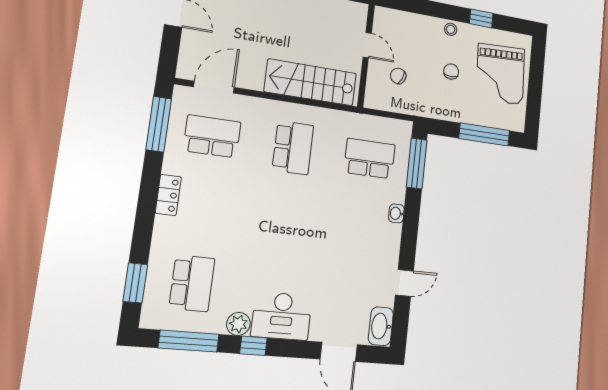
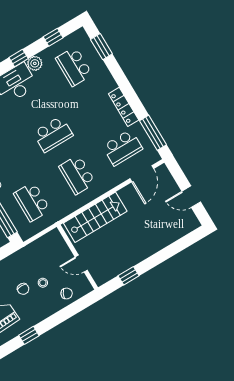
stool: (451, 29) -> (43, 283), moved
chair: (398, 76) -> (67, 293), moved
school desk: (370, 158) -> (32, 202), turned 90
locker: (168, 195) -> (124, 107), width x1.53
school desk: (284, 218) -> (53, 134), added
window: (189, 341) -> (53, 37), width x0.46

